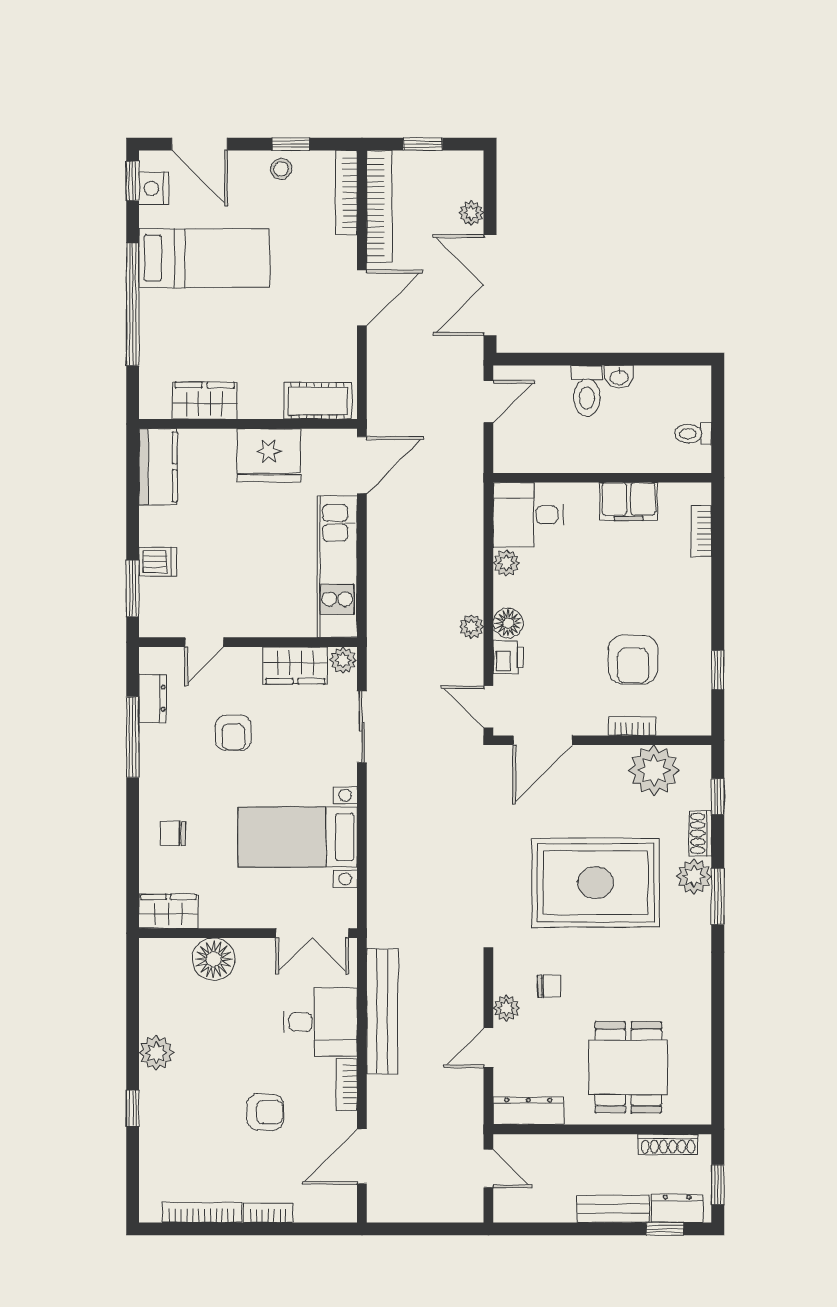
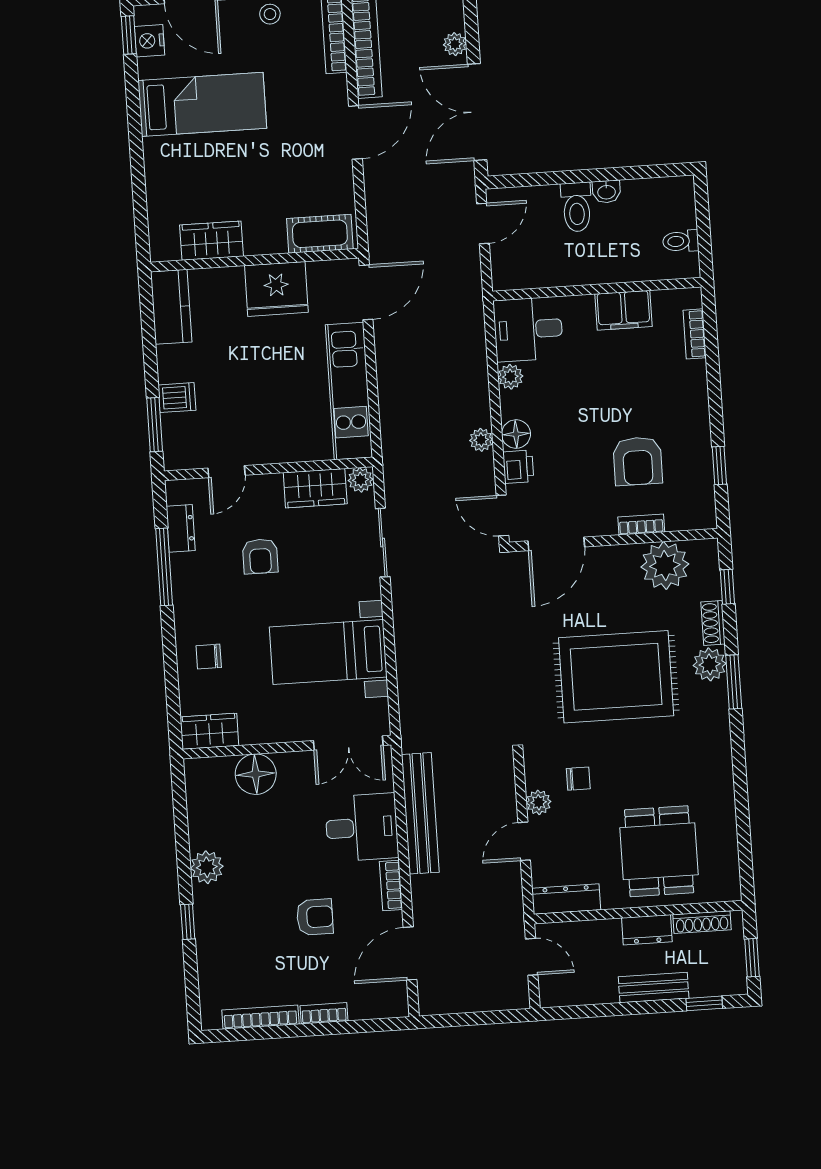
window: (133, 304) -> (137, 153), removed
dresser: (677, 1208) -> (647, 930), moved, turned 180

